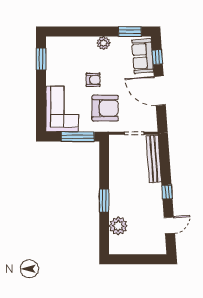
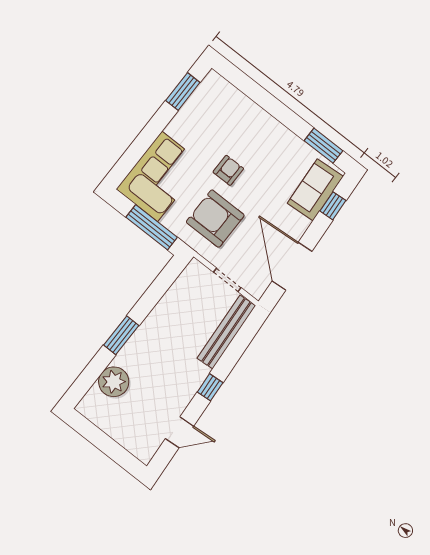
plant: (103, 43) -> (278, 134), removed
armchair: (93, 80) -> (228, 170), turned -90
door: (160, 91) -> (292, 266), moved
armchair: (105, 108) -> (215, 219), turned 180

